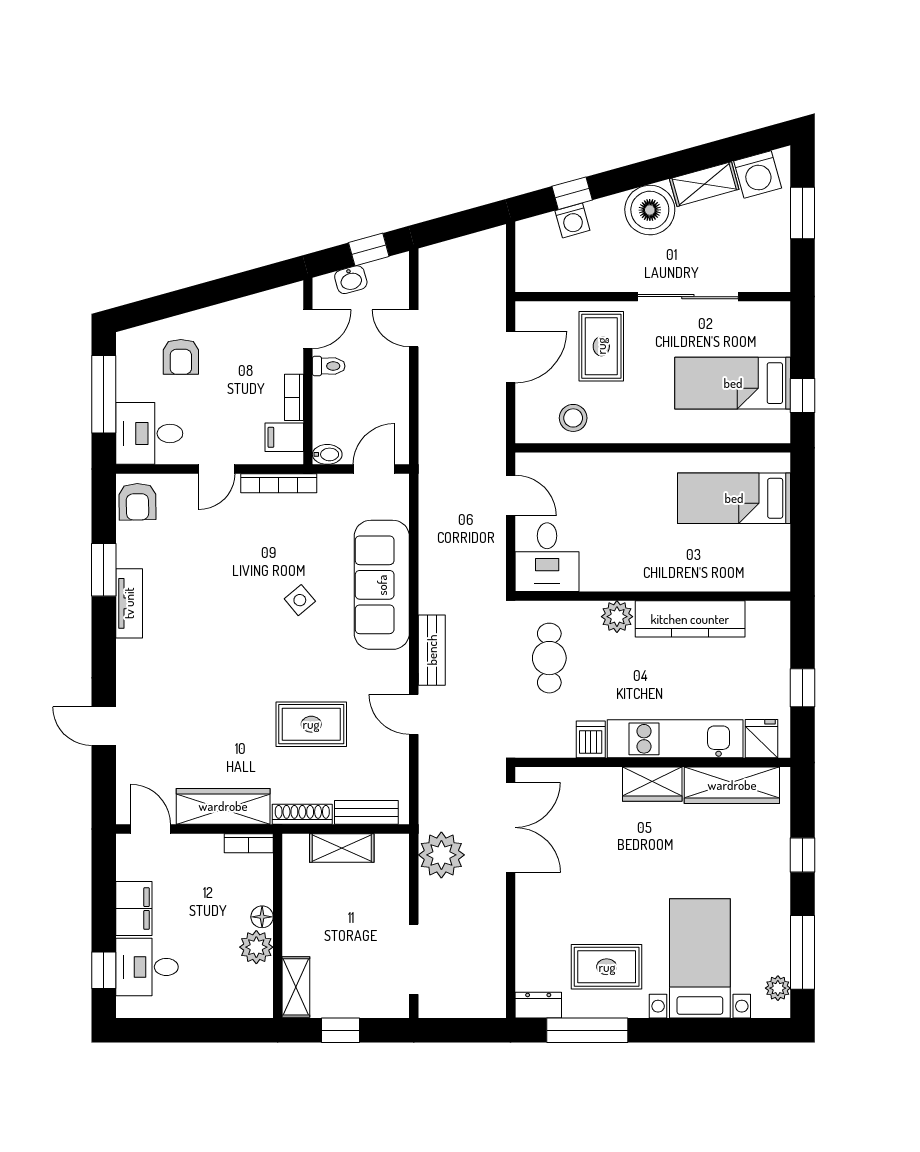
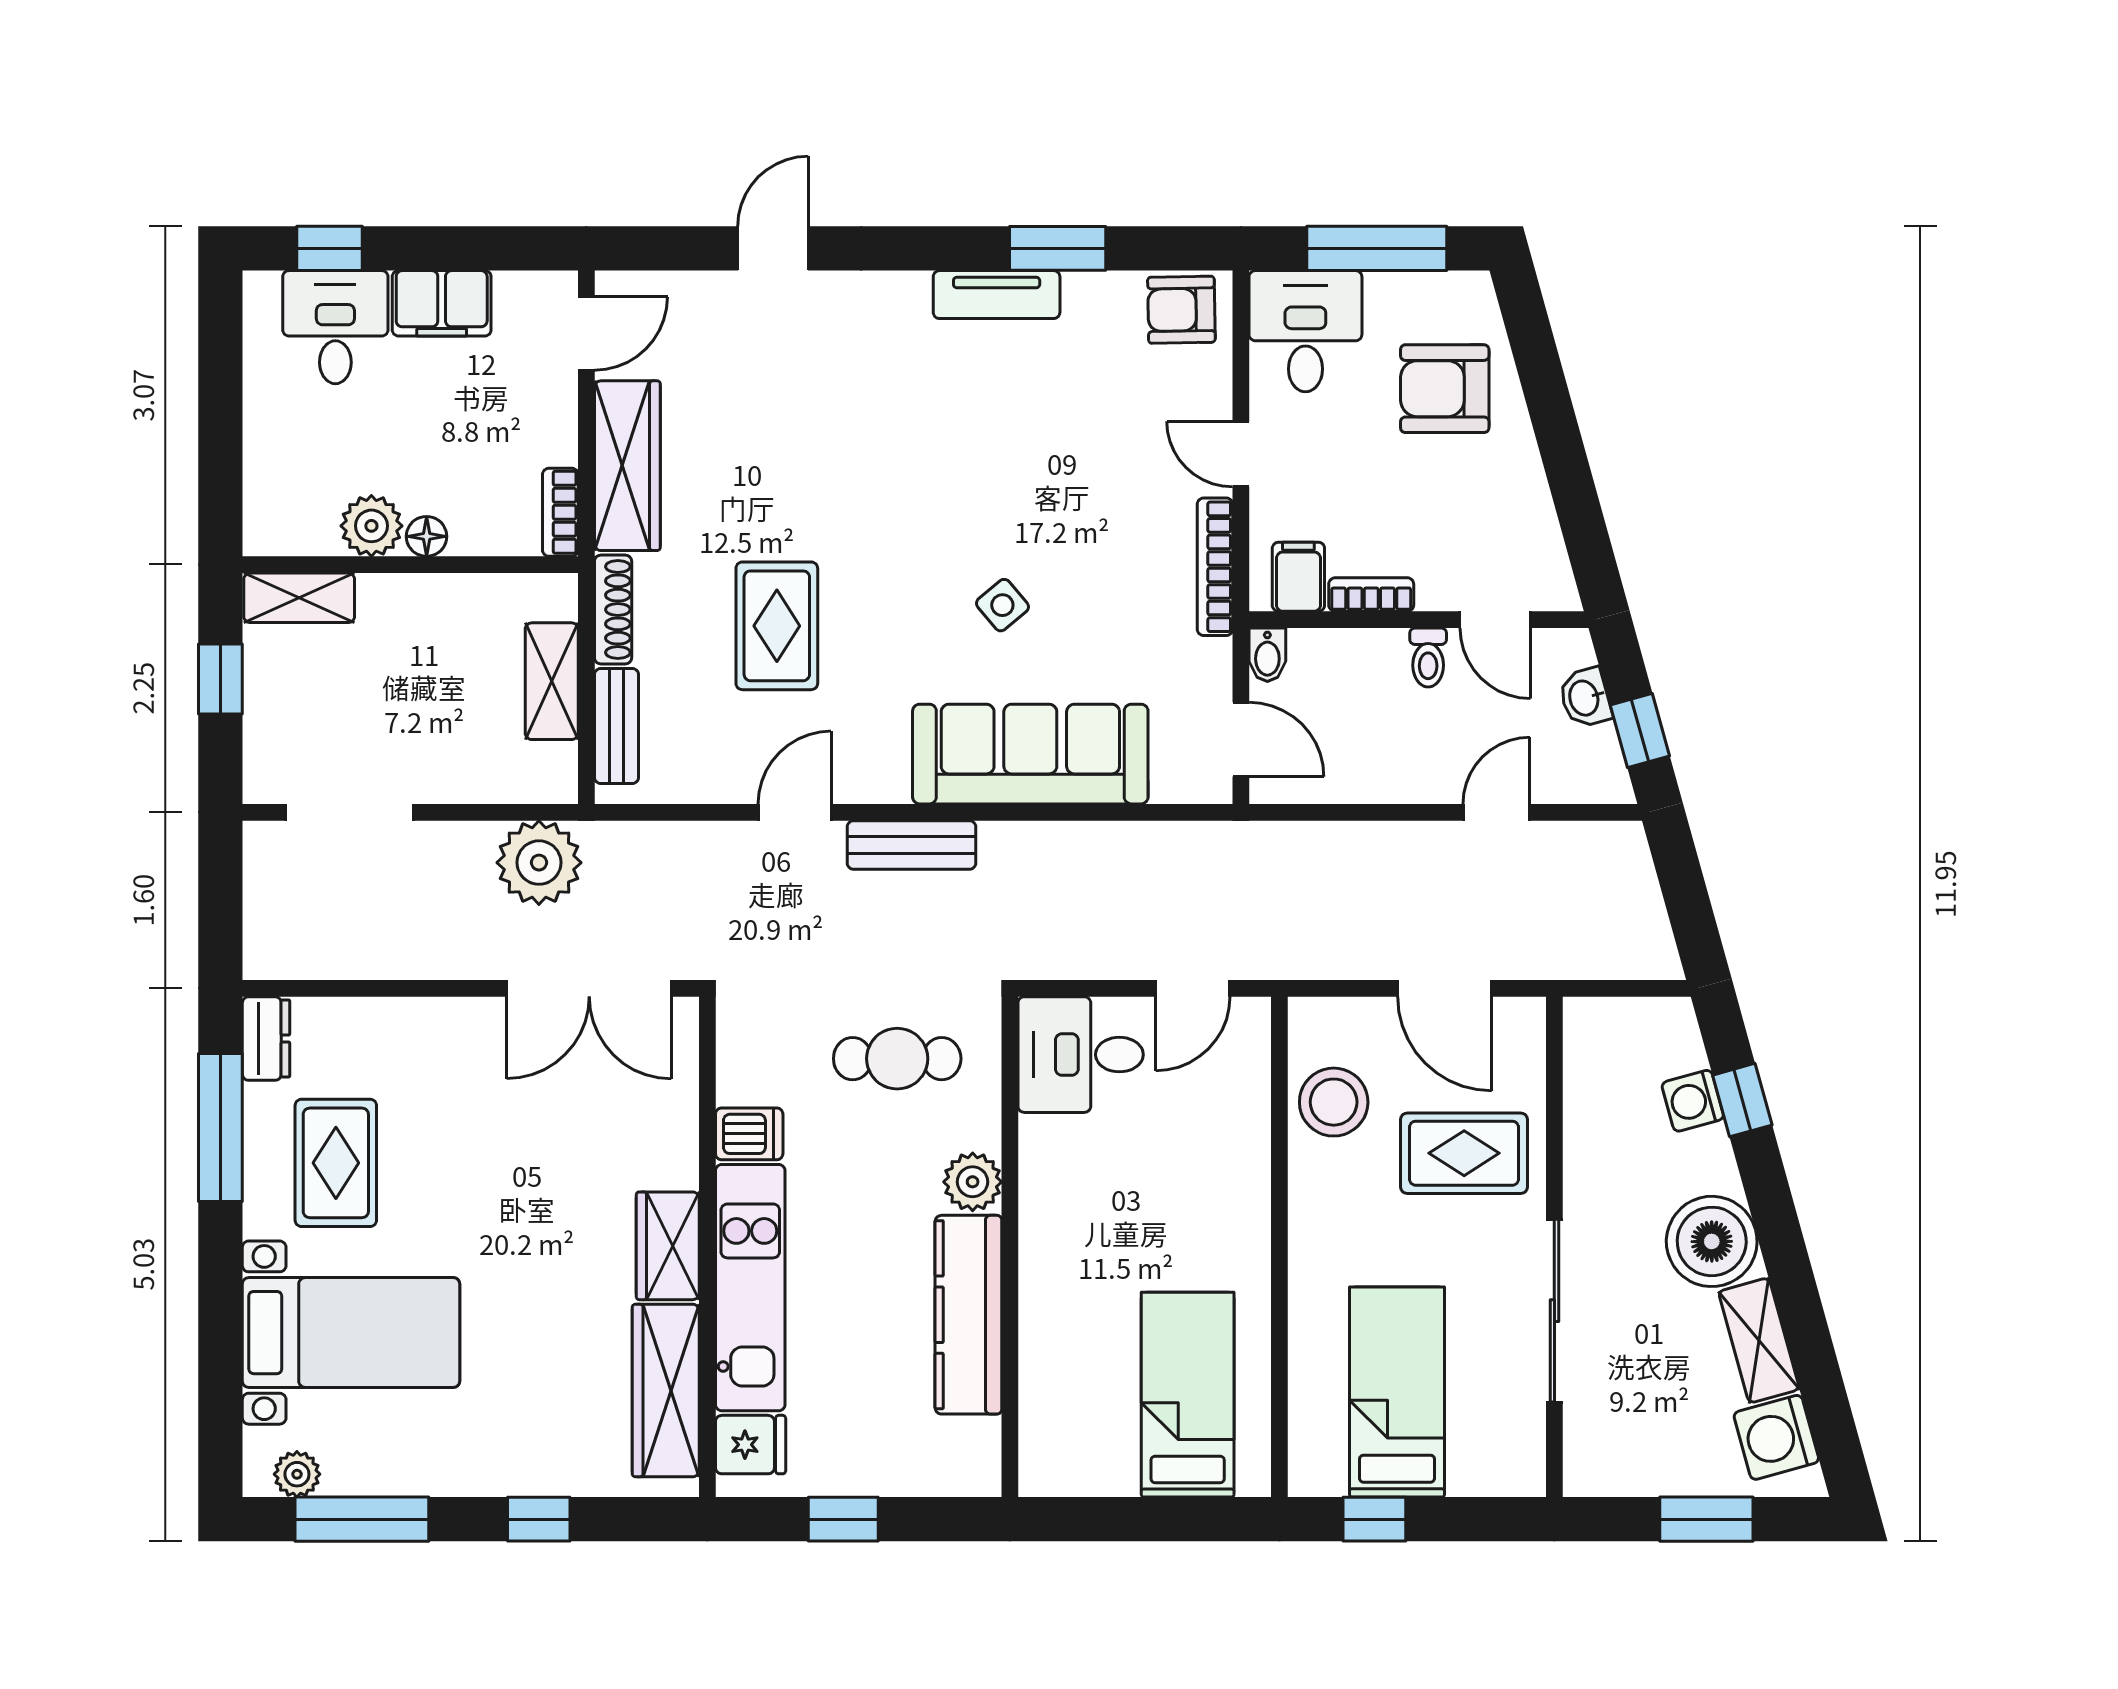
armchair: (181, 357) -> (1445, 389), width x1.38, depth x1.38
stool: (573, 418) -> (1334, 1102), width x1.38, depth x1.38

